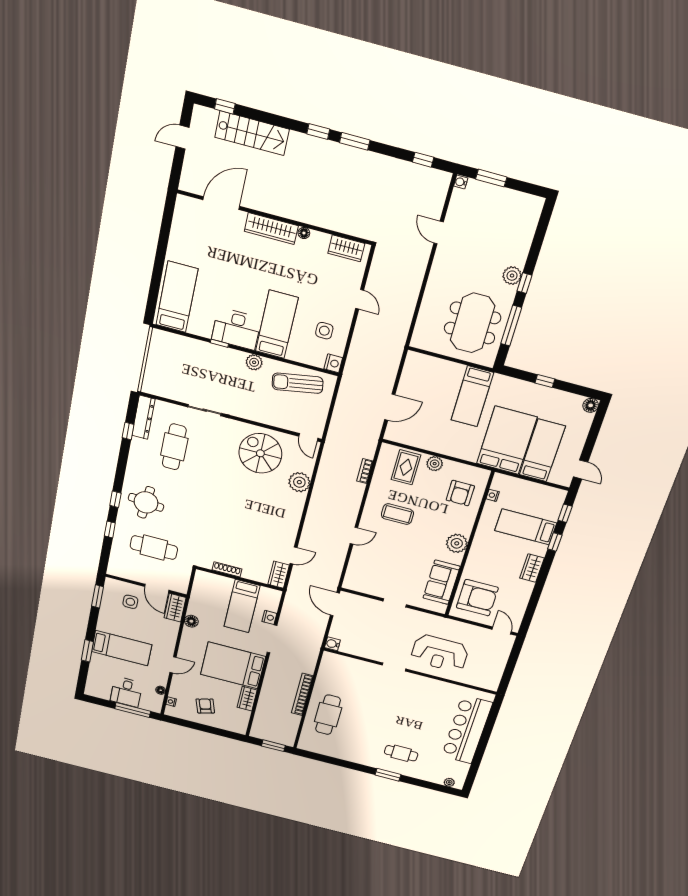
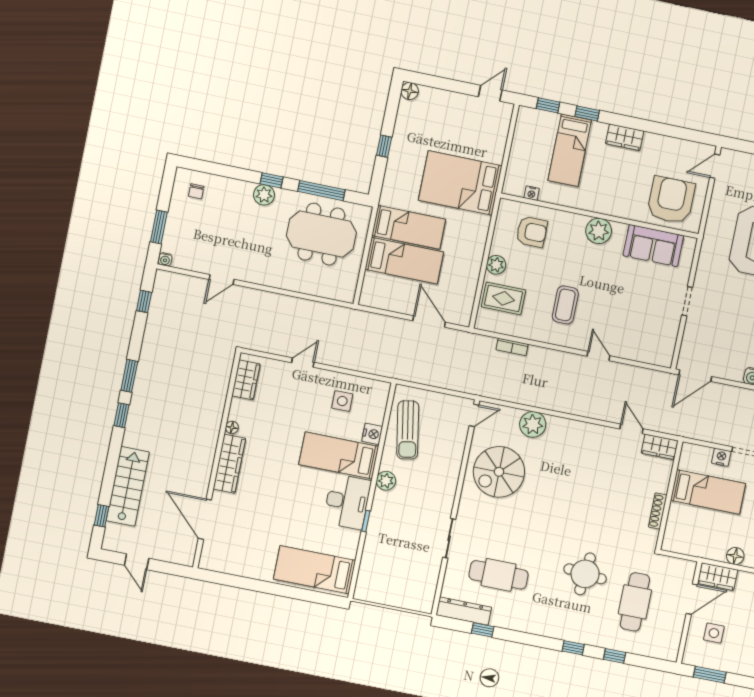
chair: (521, 215) -> (196, 191), added
nightstand: (333, 363) -> (372, 434), moved, turned 90
bed: (542, 450) -> (404, 261), moved, turned 180
round table: (146, 502) -> (585, 574), moved

